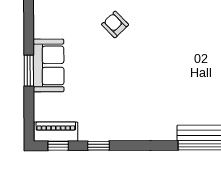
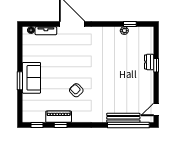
armchair: (115, 24) -> (76, 90), moved
piano: (56, 132) -> (59, 117), moved

